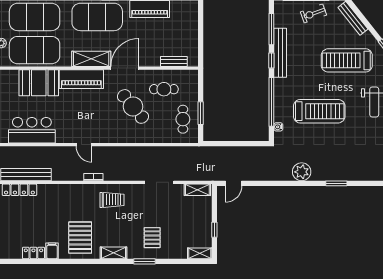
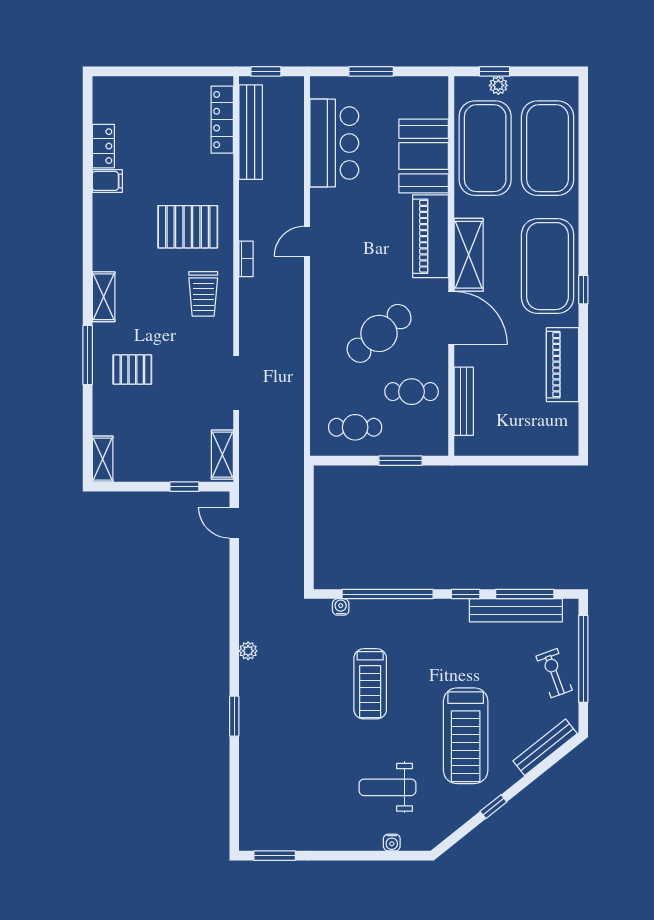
bench: (280, 53) -> (516, 610), moved
treadmill: (347, 60) -> (466, 736), turned 180
bench: (174, 61) -> (464, 401), width x1.36
cafe table: (164, 89) -> (412, 392), turned 90
treadmill: (319, 111) -> (370, 684), width x0.73, depth x0.73
window: (201, 113) -> (401, 461), moved
plant: (302, 172) -> (248, 651), width x0.53, depth x0.53
window: (214, 230) -> (184, 487), moved
pallet: (80, 238) -> (188, 227), moved
window: (145, 261) -> (88, 355), width x1.44

